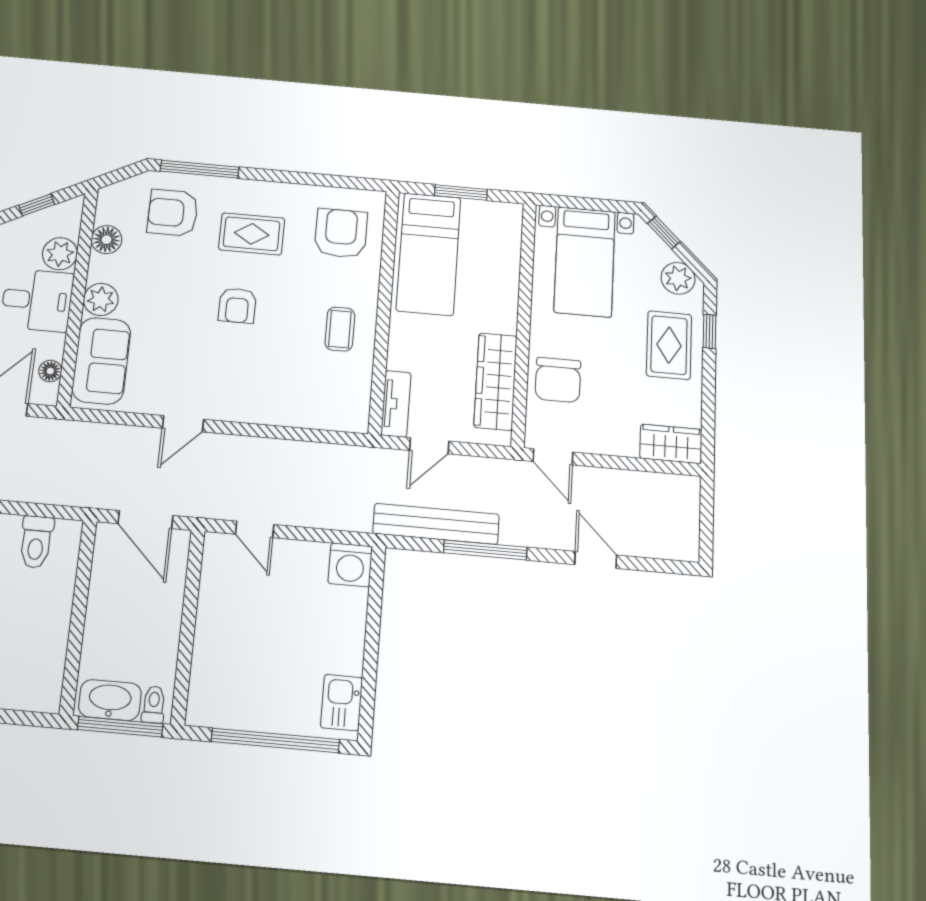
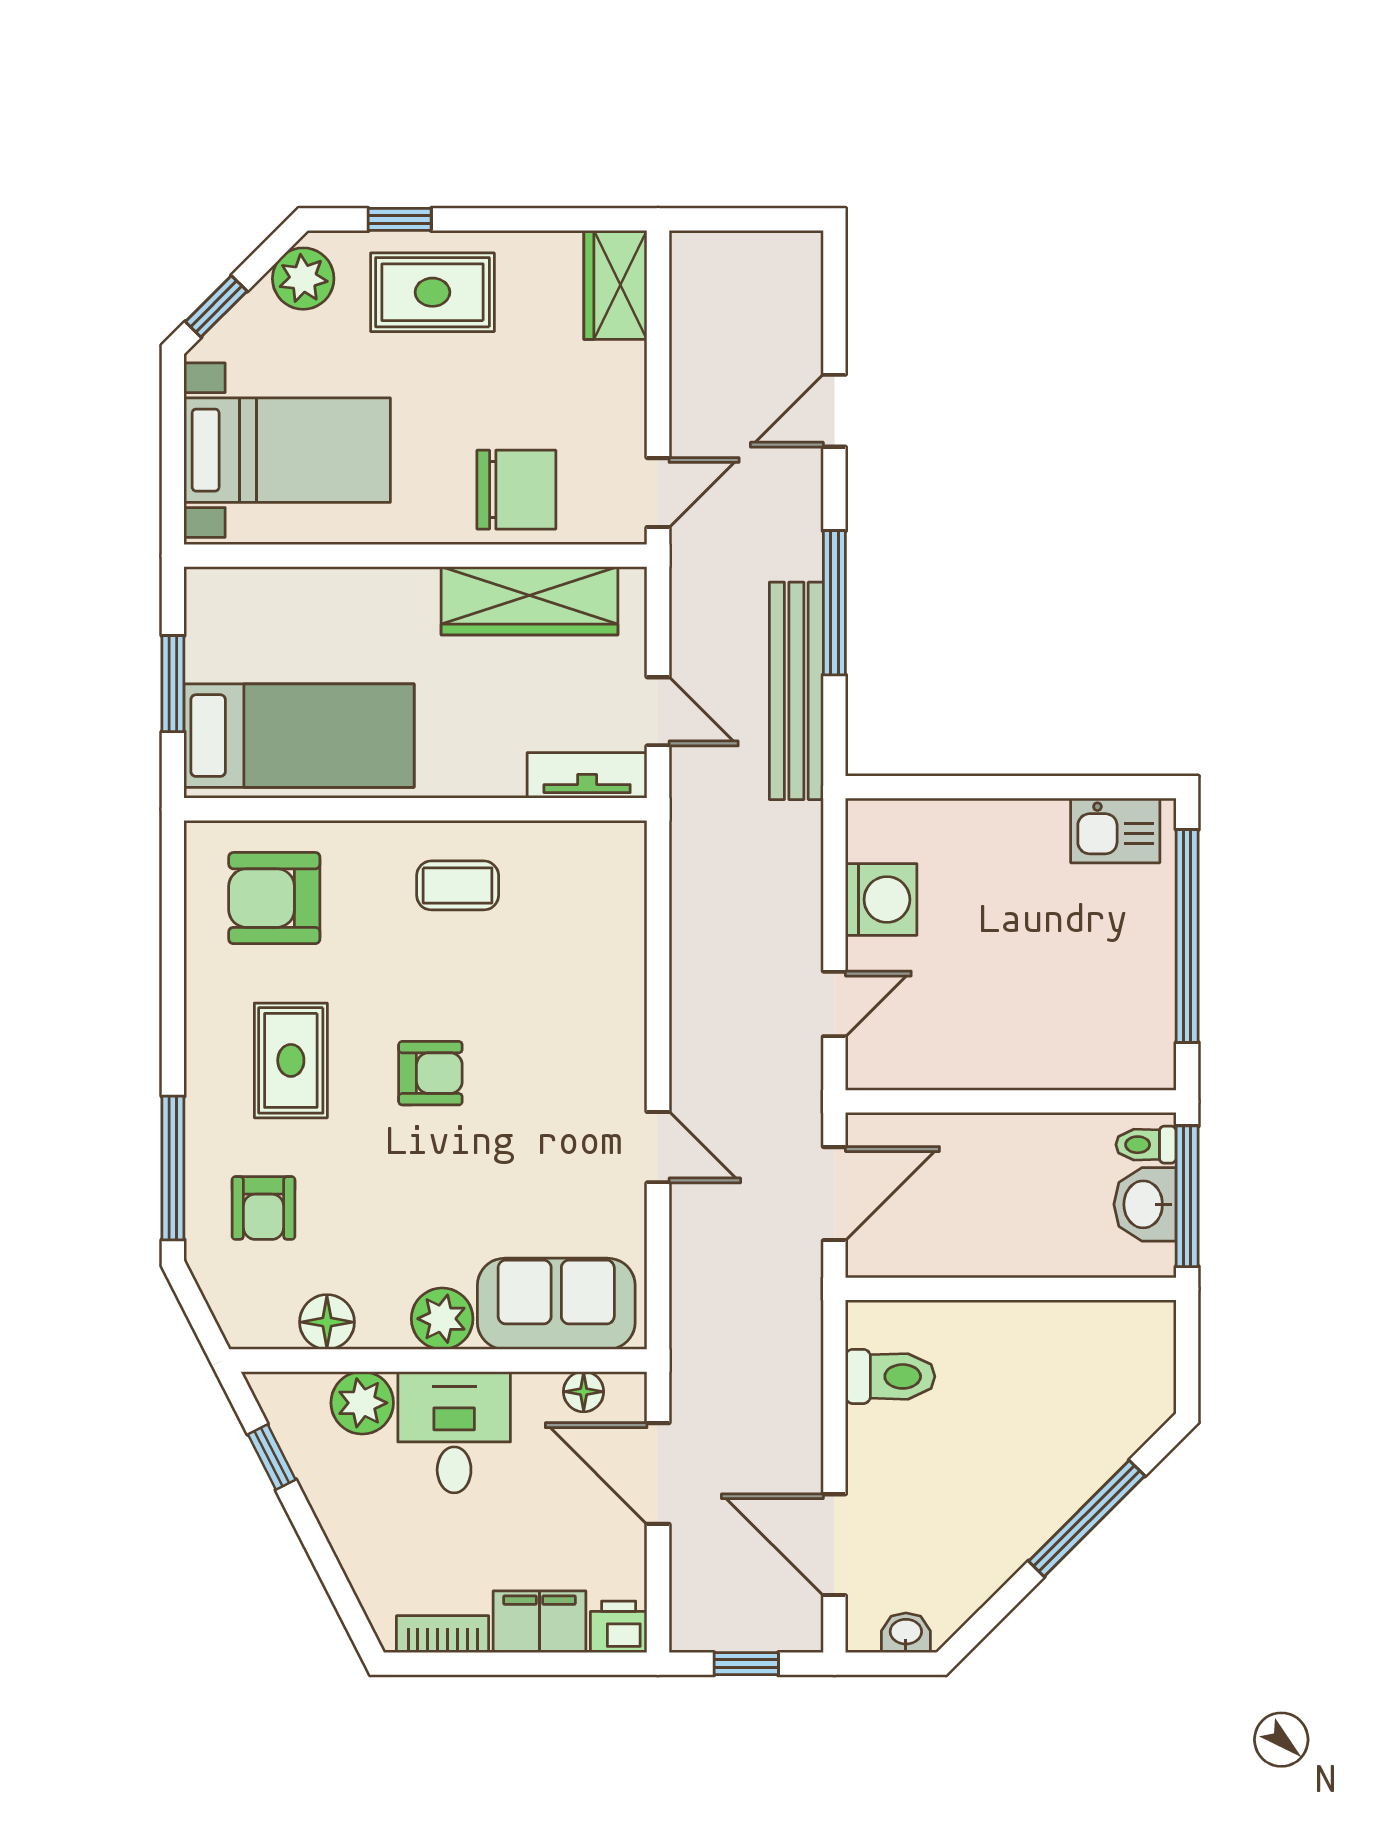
armchair: (173, 213) -> (264, 1208), width x0.72, depth x0.72
washing machine: (350, 565) -> (881, 900), moved
washbasin: (110, 700) -> (1145, 1204), width x0.72

